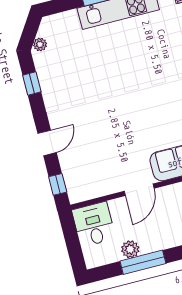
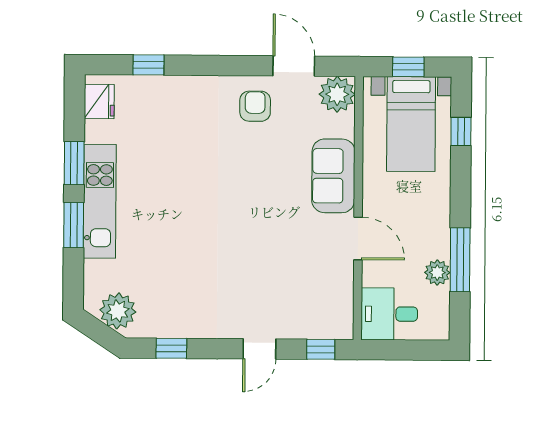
plant: (40, 44) -> (118, 311), width x1.88, depth x1.88
door: (47, 143) -> (259, 349), swing flipped

